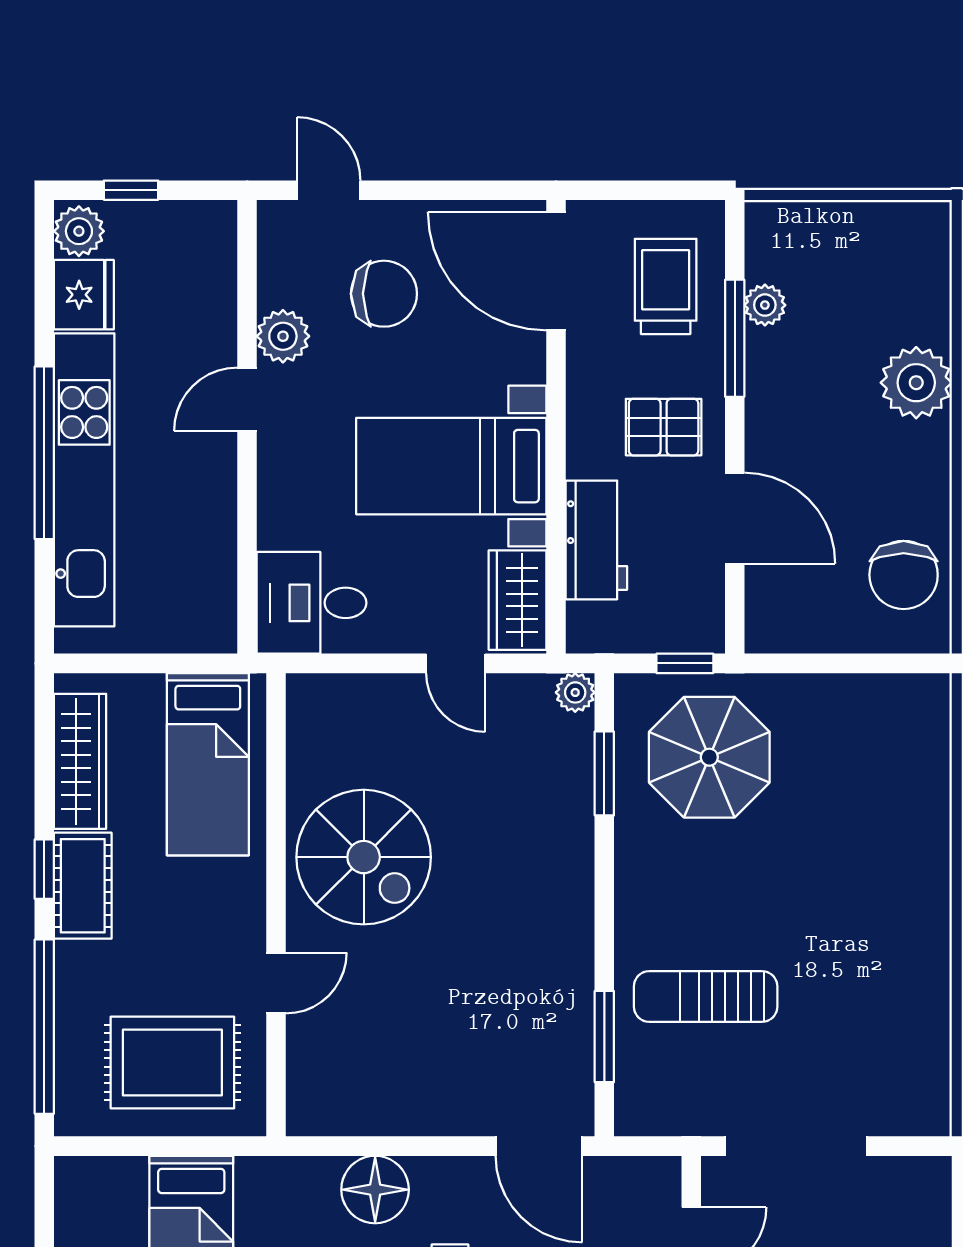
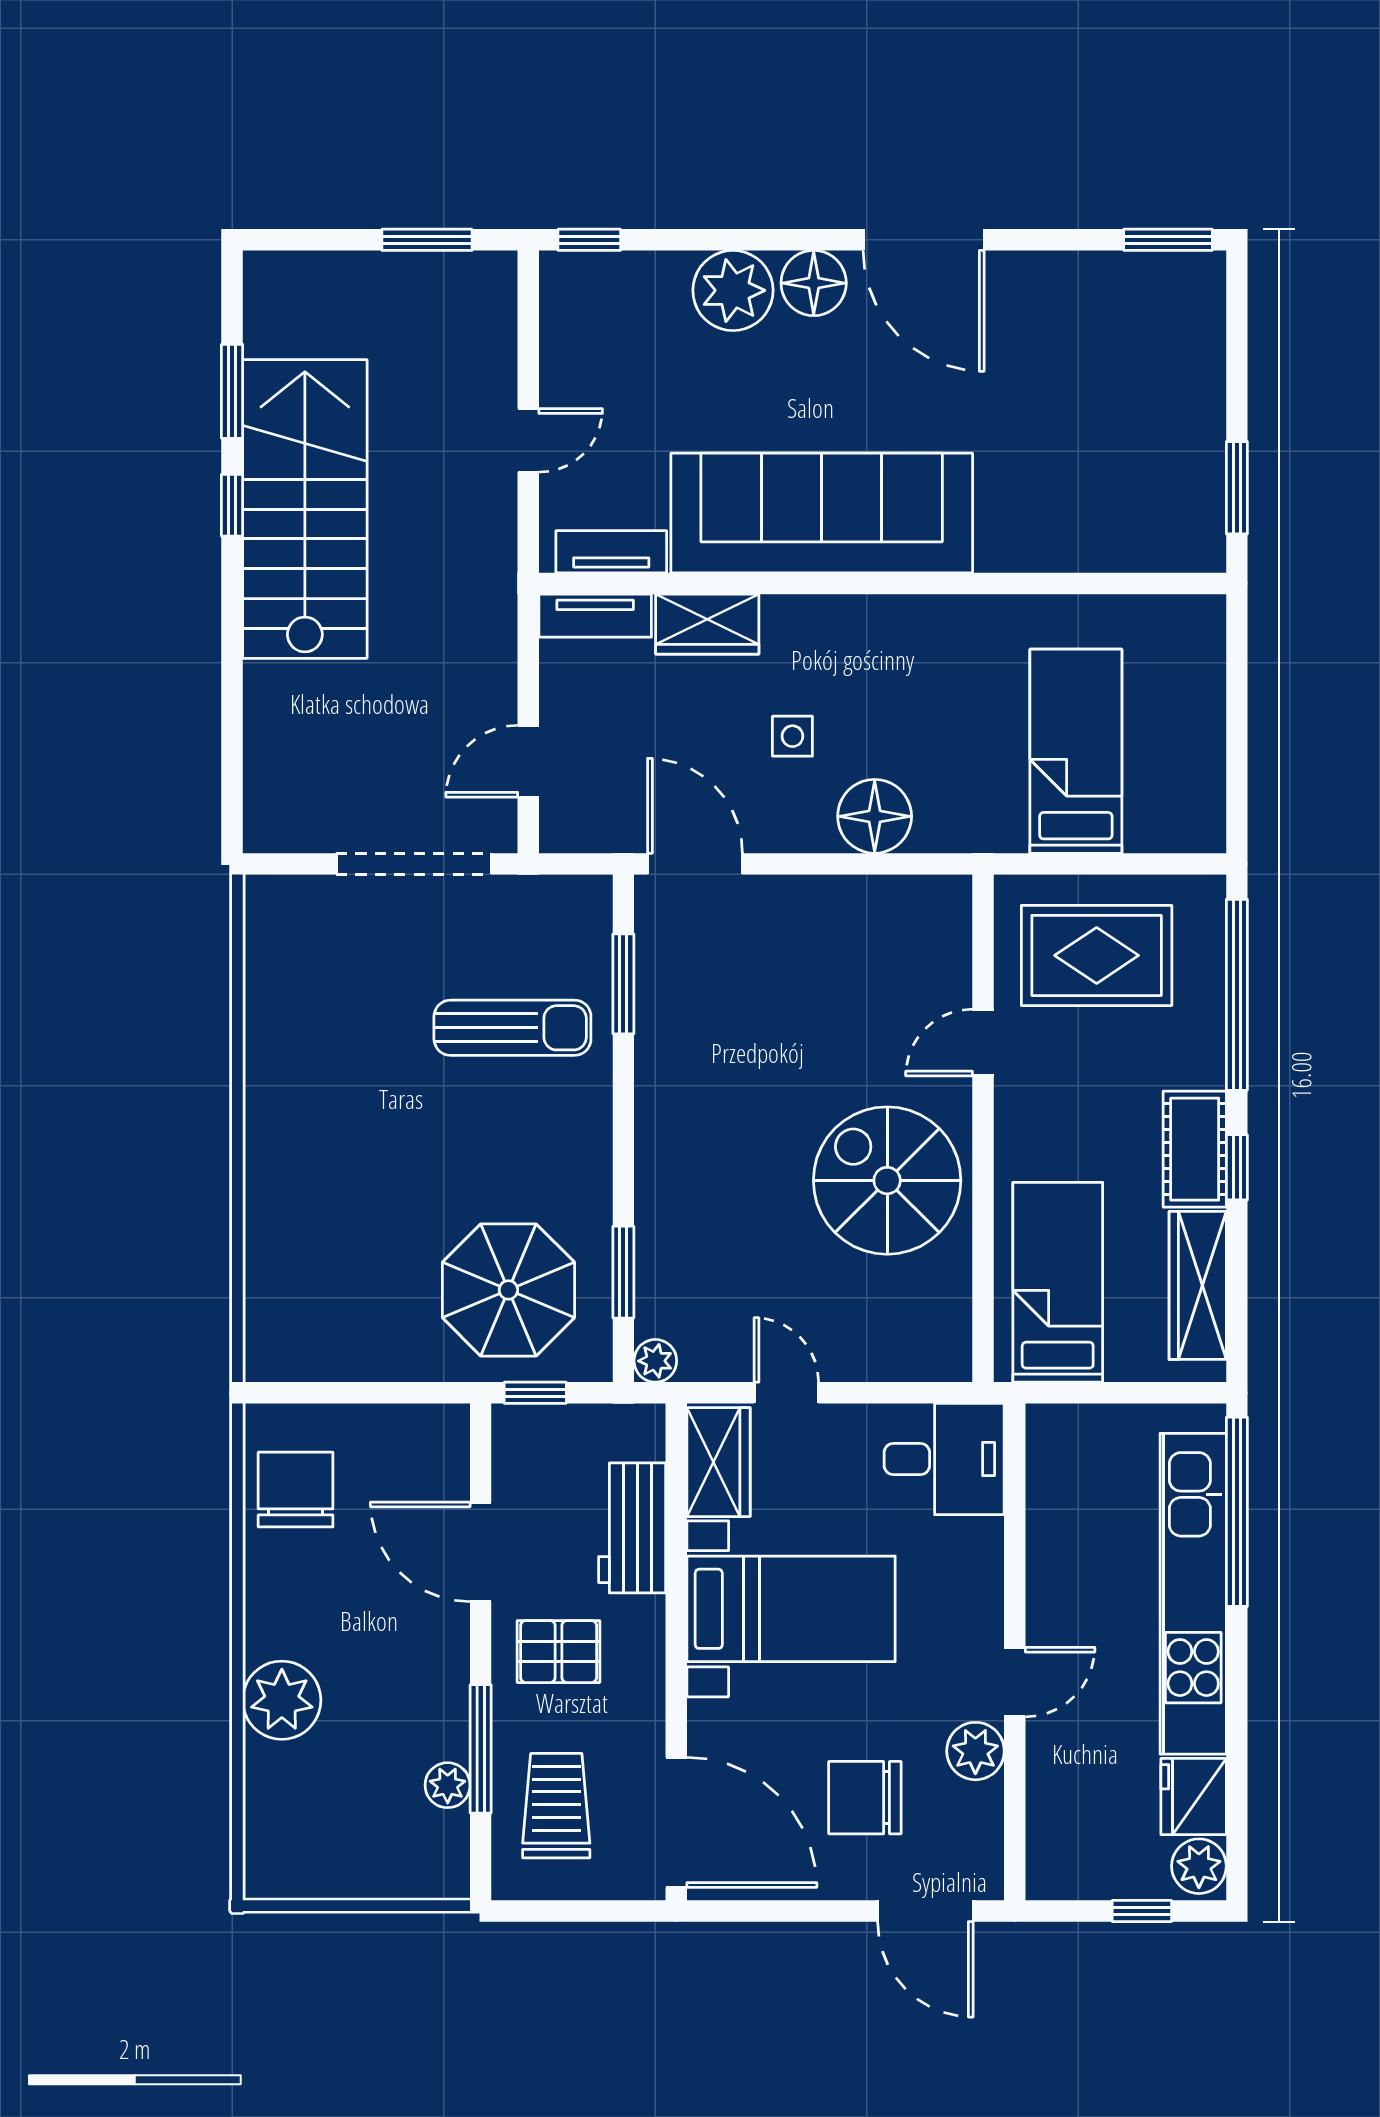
door: (329, 190) -> (925, 1911), width x1.38
trolley: (666, 286) -> (556, 1806), turned 180
window: (44, 453) -> (1237, 1512), moved

